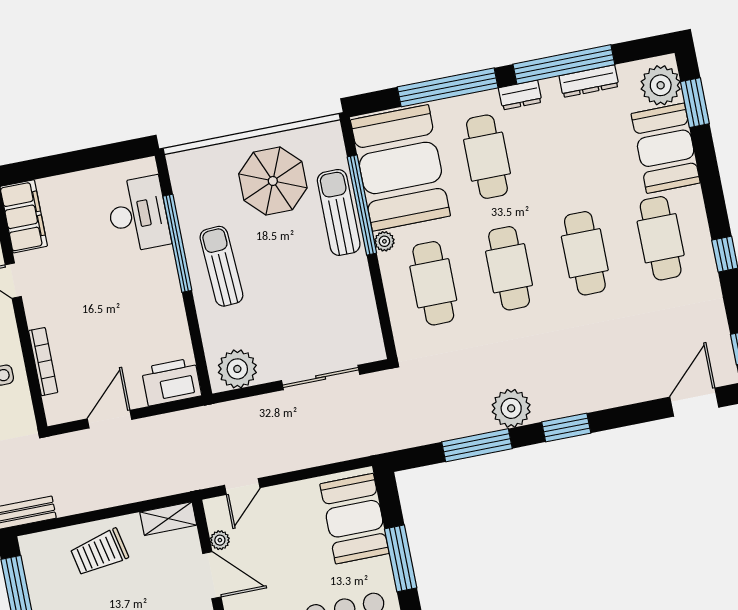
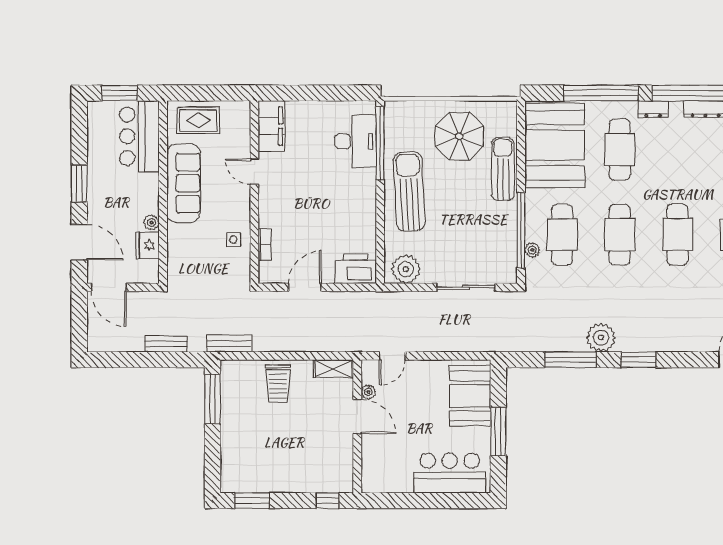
window: (362, 205) -> (521, 230), moved
plant: (384, 241) -> (532, 250), moved
window: (177, 243) -> (380, 143), moved
sun lounger: (221, 266) -> (409, 191), width x1.36, depth x1.34
bookcase: (43, 362) -> (265, 244), width x0.64
trolley: (99, 552) -> (278, 383), turned -78

